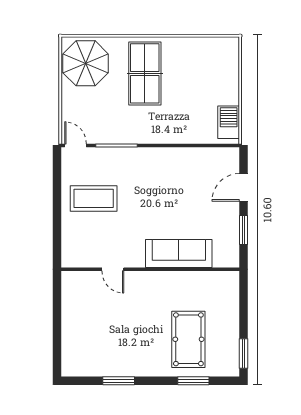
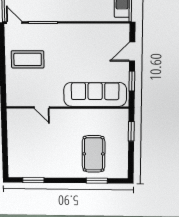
sofa: (179, 254) -> (95, 94), width x1.36, depth x1.27
window: (243, 353) -> (131, 131), moved
window: (119, 381) -> (33, 180), moved

